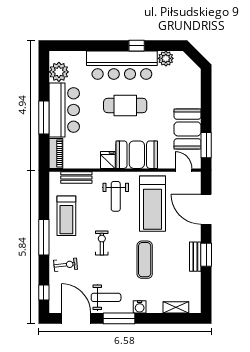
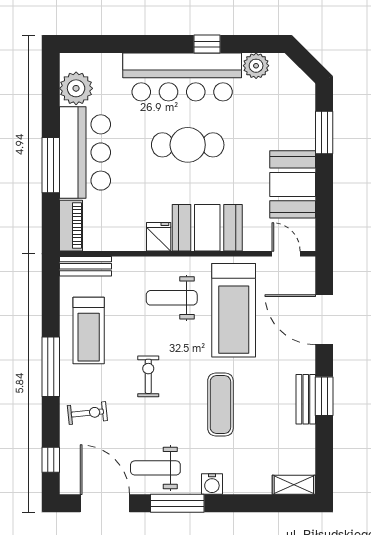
window: (206, 145) -> (324, 133), moved
bench: (76, 178) -> (86, 266), moved
weight bench: (116, 196) -> (172, 298), turned 90
weight bench: (106, 297) -> (155, 468), turned 180
shelving: (176, 307) -> (294, 485), moved

